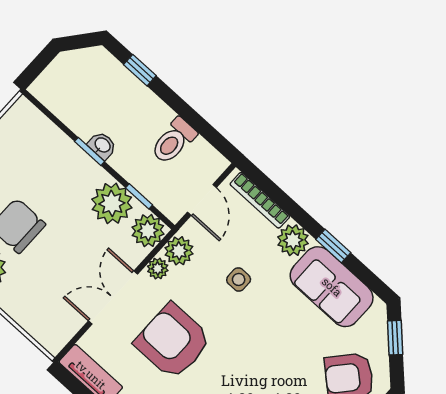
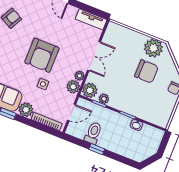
window: (140, 70) -> (97, 149), moved
washbasin: (102, 145) -> (136, 125), moved
door: (202, 200) -> (72, 112), swing flipped
plant: (112, 203) -> (104, 99), width x0.53, depth x0.53
armchair: (173, 341) -> (42, 55), moved, turned 90

